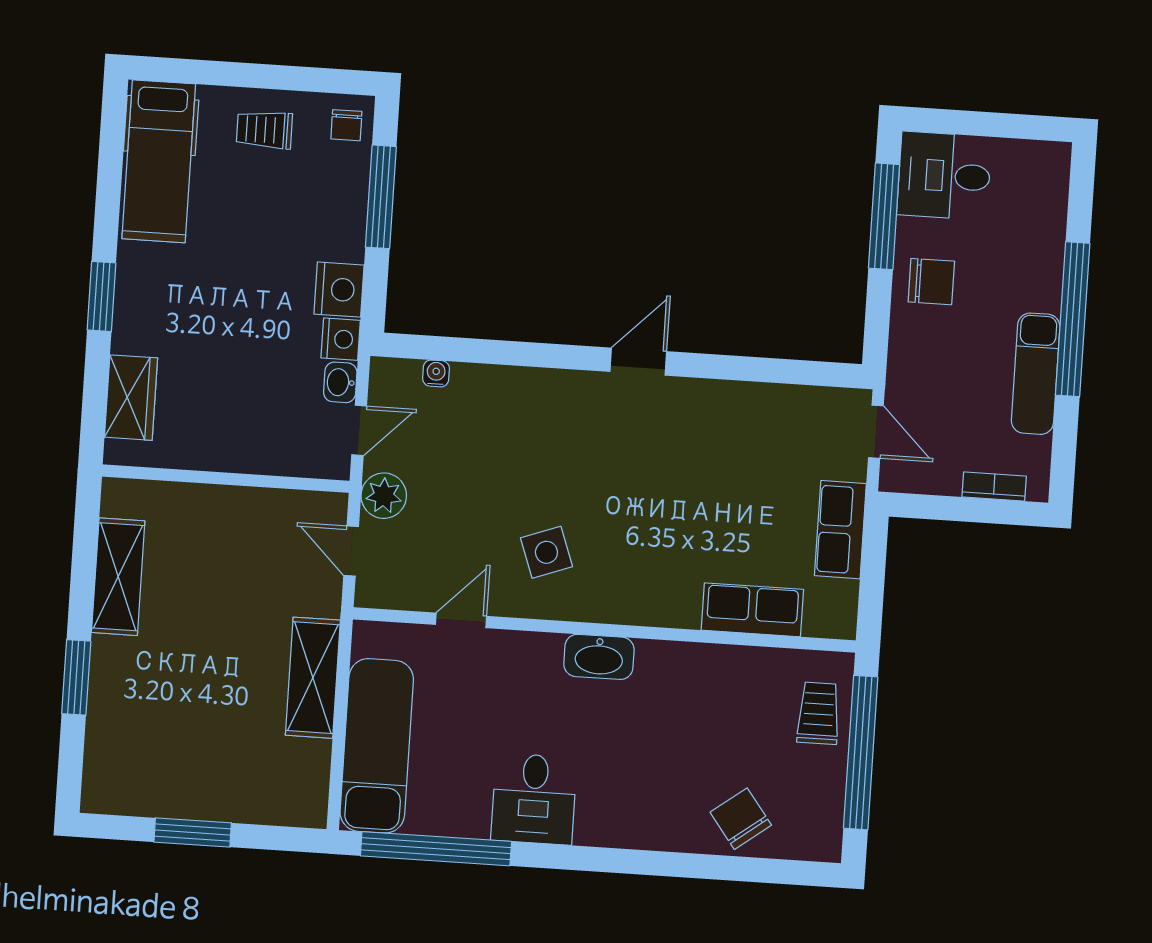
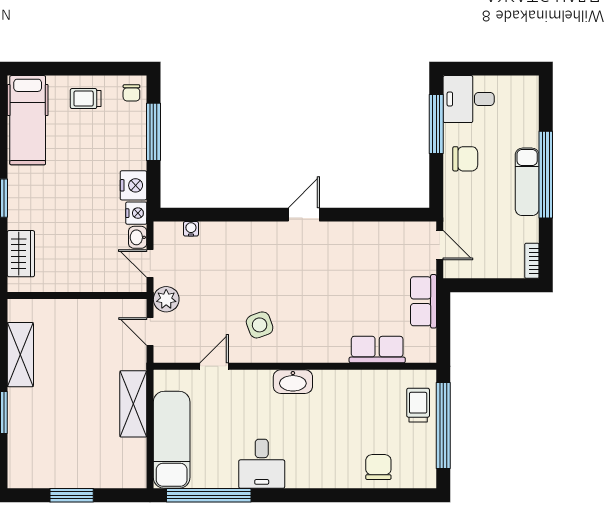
exam couch: (1036, 374) -> (527, 182), moved
door: (359, 430) -> (150, 264), swing flipped
bookcase: (994, 487) -> (532, 261), moved, turned -90
chair: (741, 819) -> (378, 467), turned 37

